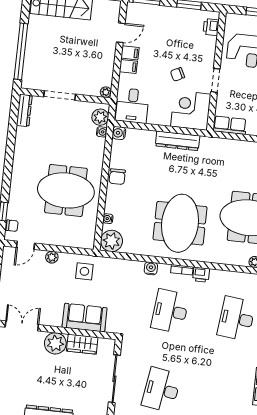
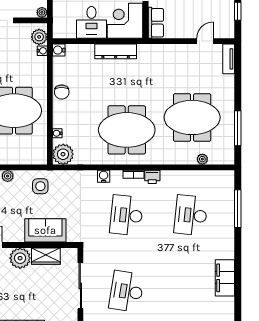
desk: (132, 106) -> (91, 22), moved
row of seats: (230, 125) -> (156, 23), moved, turned 90
meeting table: (180, 223) -> (127, 130), turned 90

